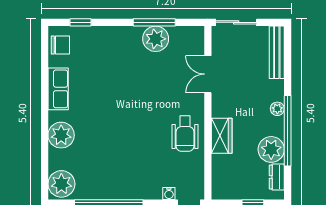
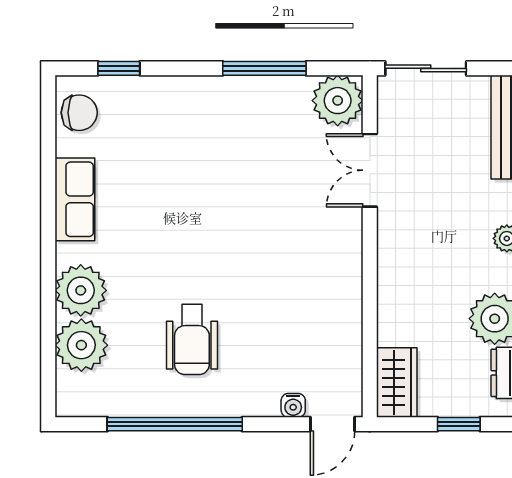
plant: (156, 39) -> (338, 101), moved
wheelchair: (185, 134) -> (192, 340), moved
wardrobe: (222, 136) -> (397, 382), moved
plant: (61, 184) -> (81, 345), moved

